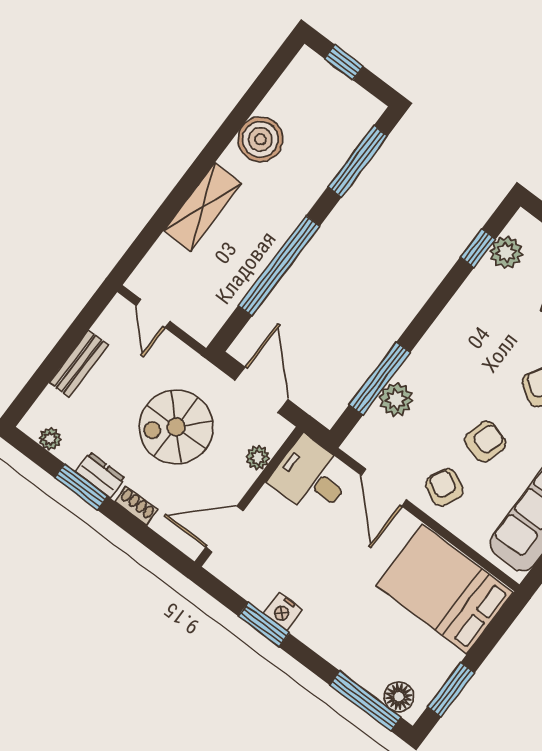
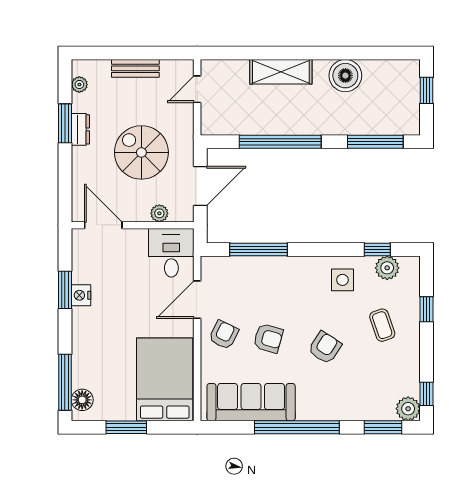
side table: (482, 312) -> (342, 280), added
plant: (396, 399) -> (254, 268), removed
shoe rack: (136, 505) -> (78, 164), removed
window: (451, 690) -> (126, 427), moved

